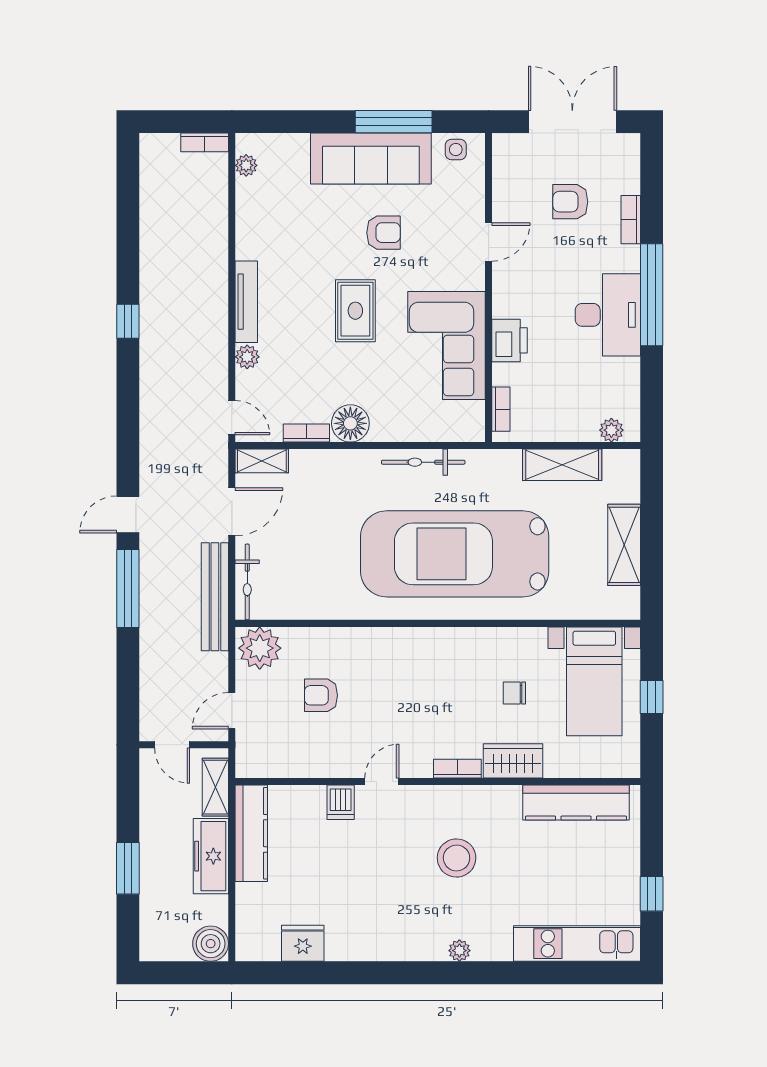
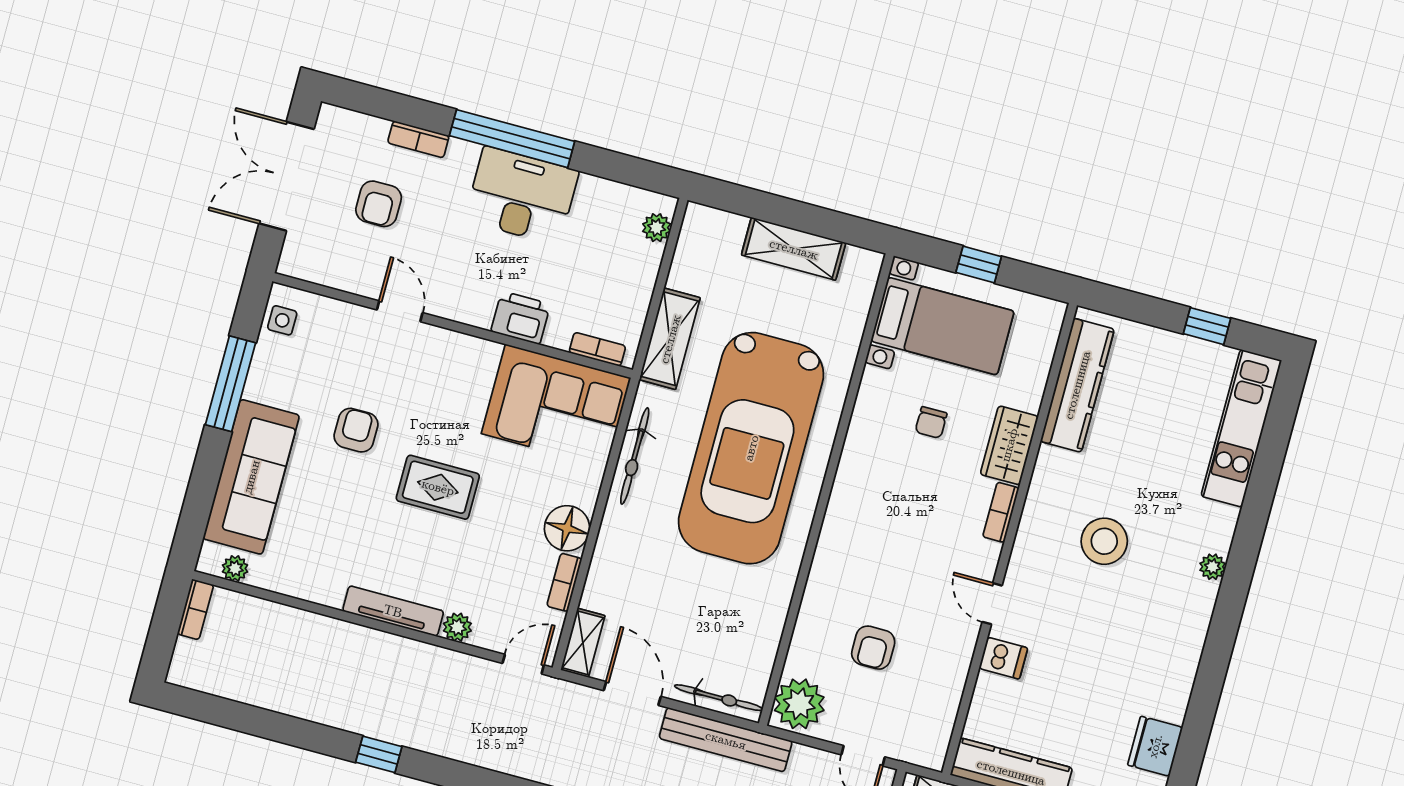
sofa: (371, 159) -> (251, 477), moved
corner sofa: (447, 345) -> (556, 406), moved
shelving: (562, 465) -> (670, 339), moved

